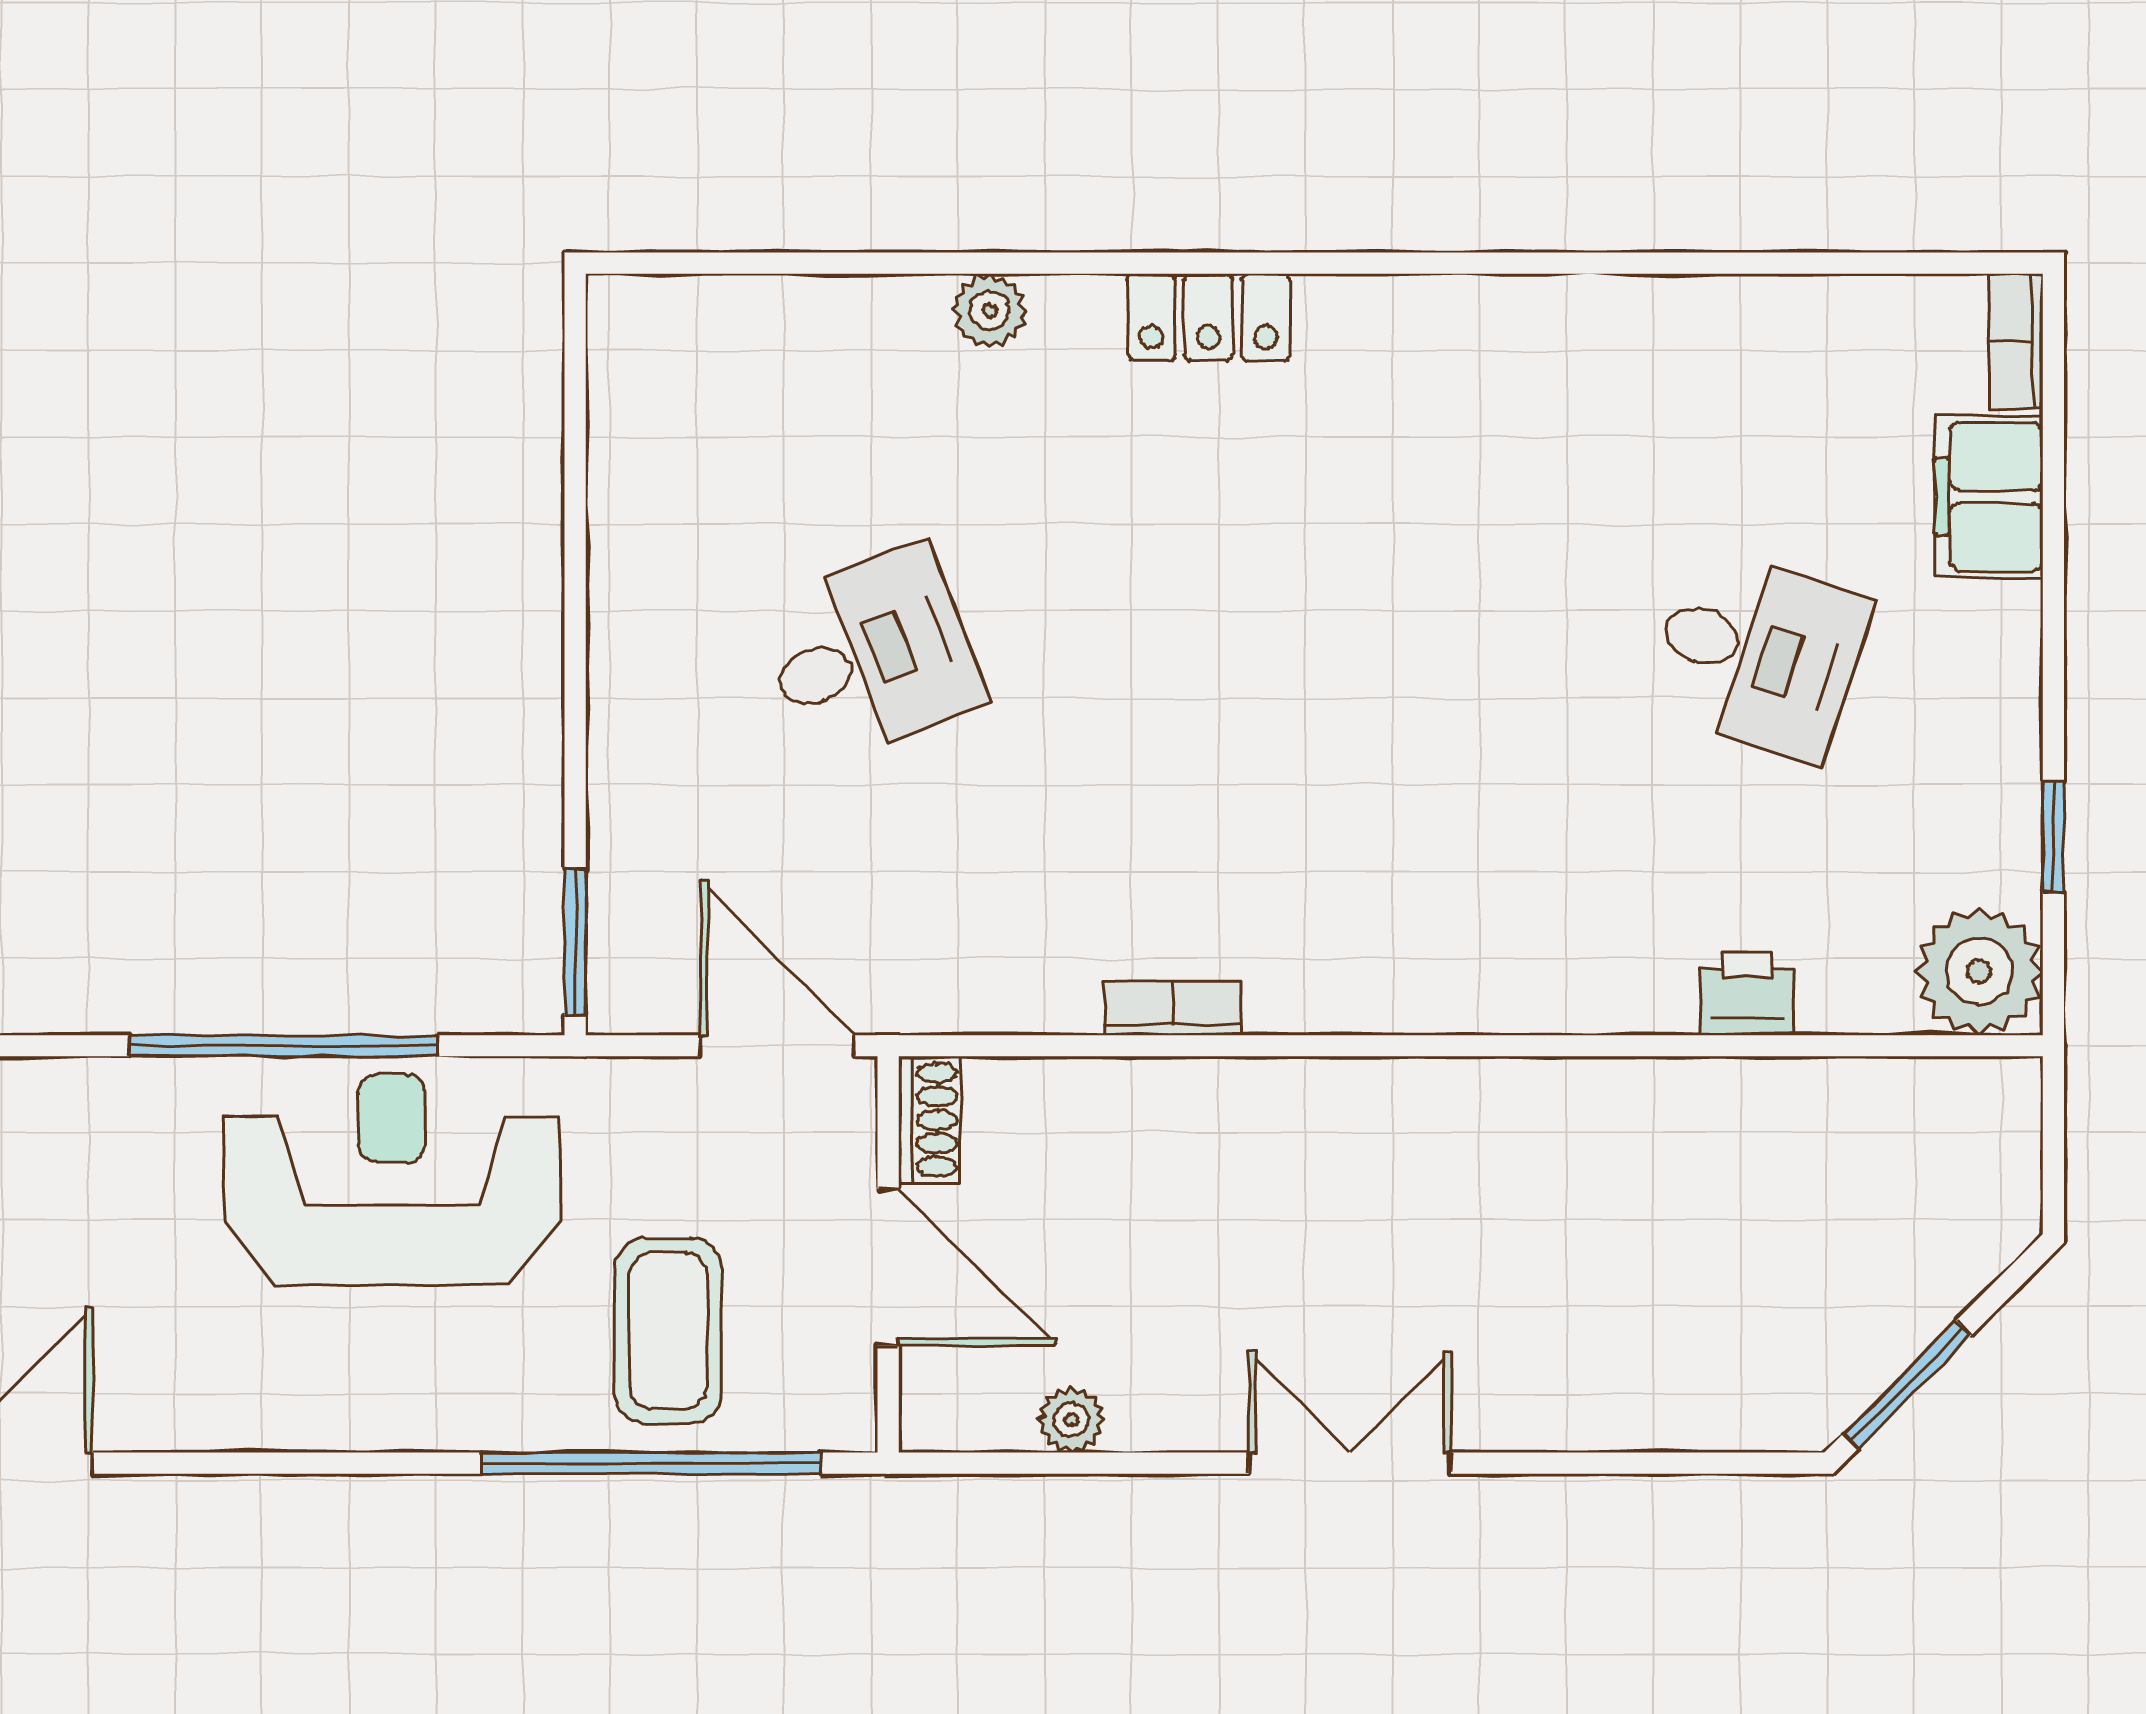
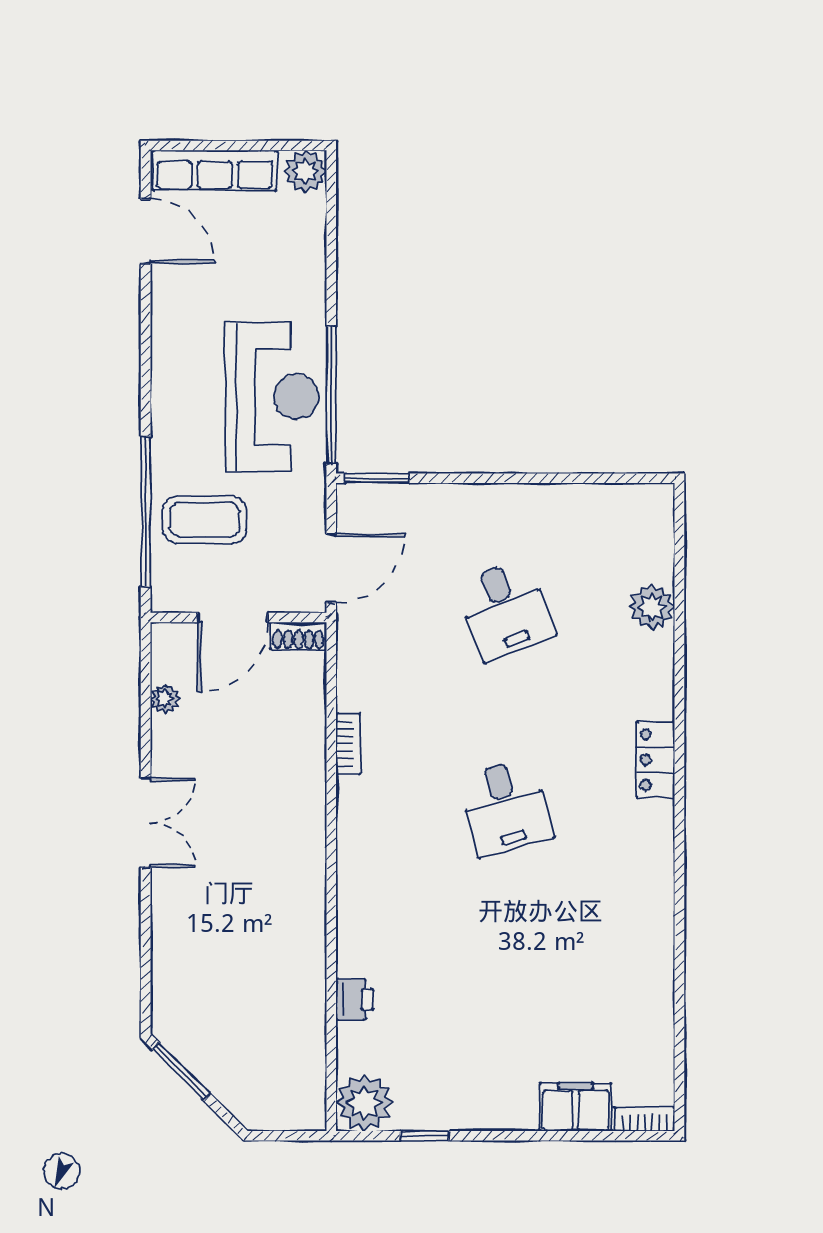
plant: (990, 311) -> (652, 607), moved, width x1.38, depth x1.38
desk: (1758, 654) -> (505, 807), moved, turned -33
window: (284, 1046) -> (331, 395), moved

